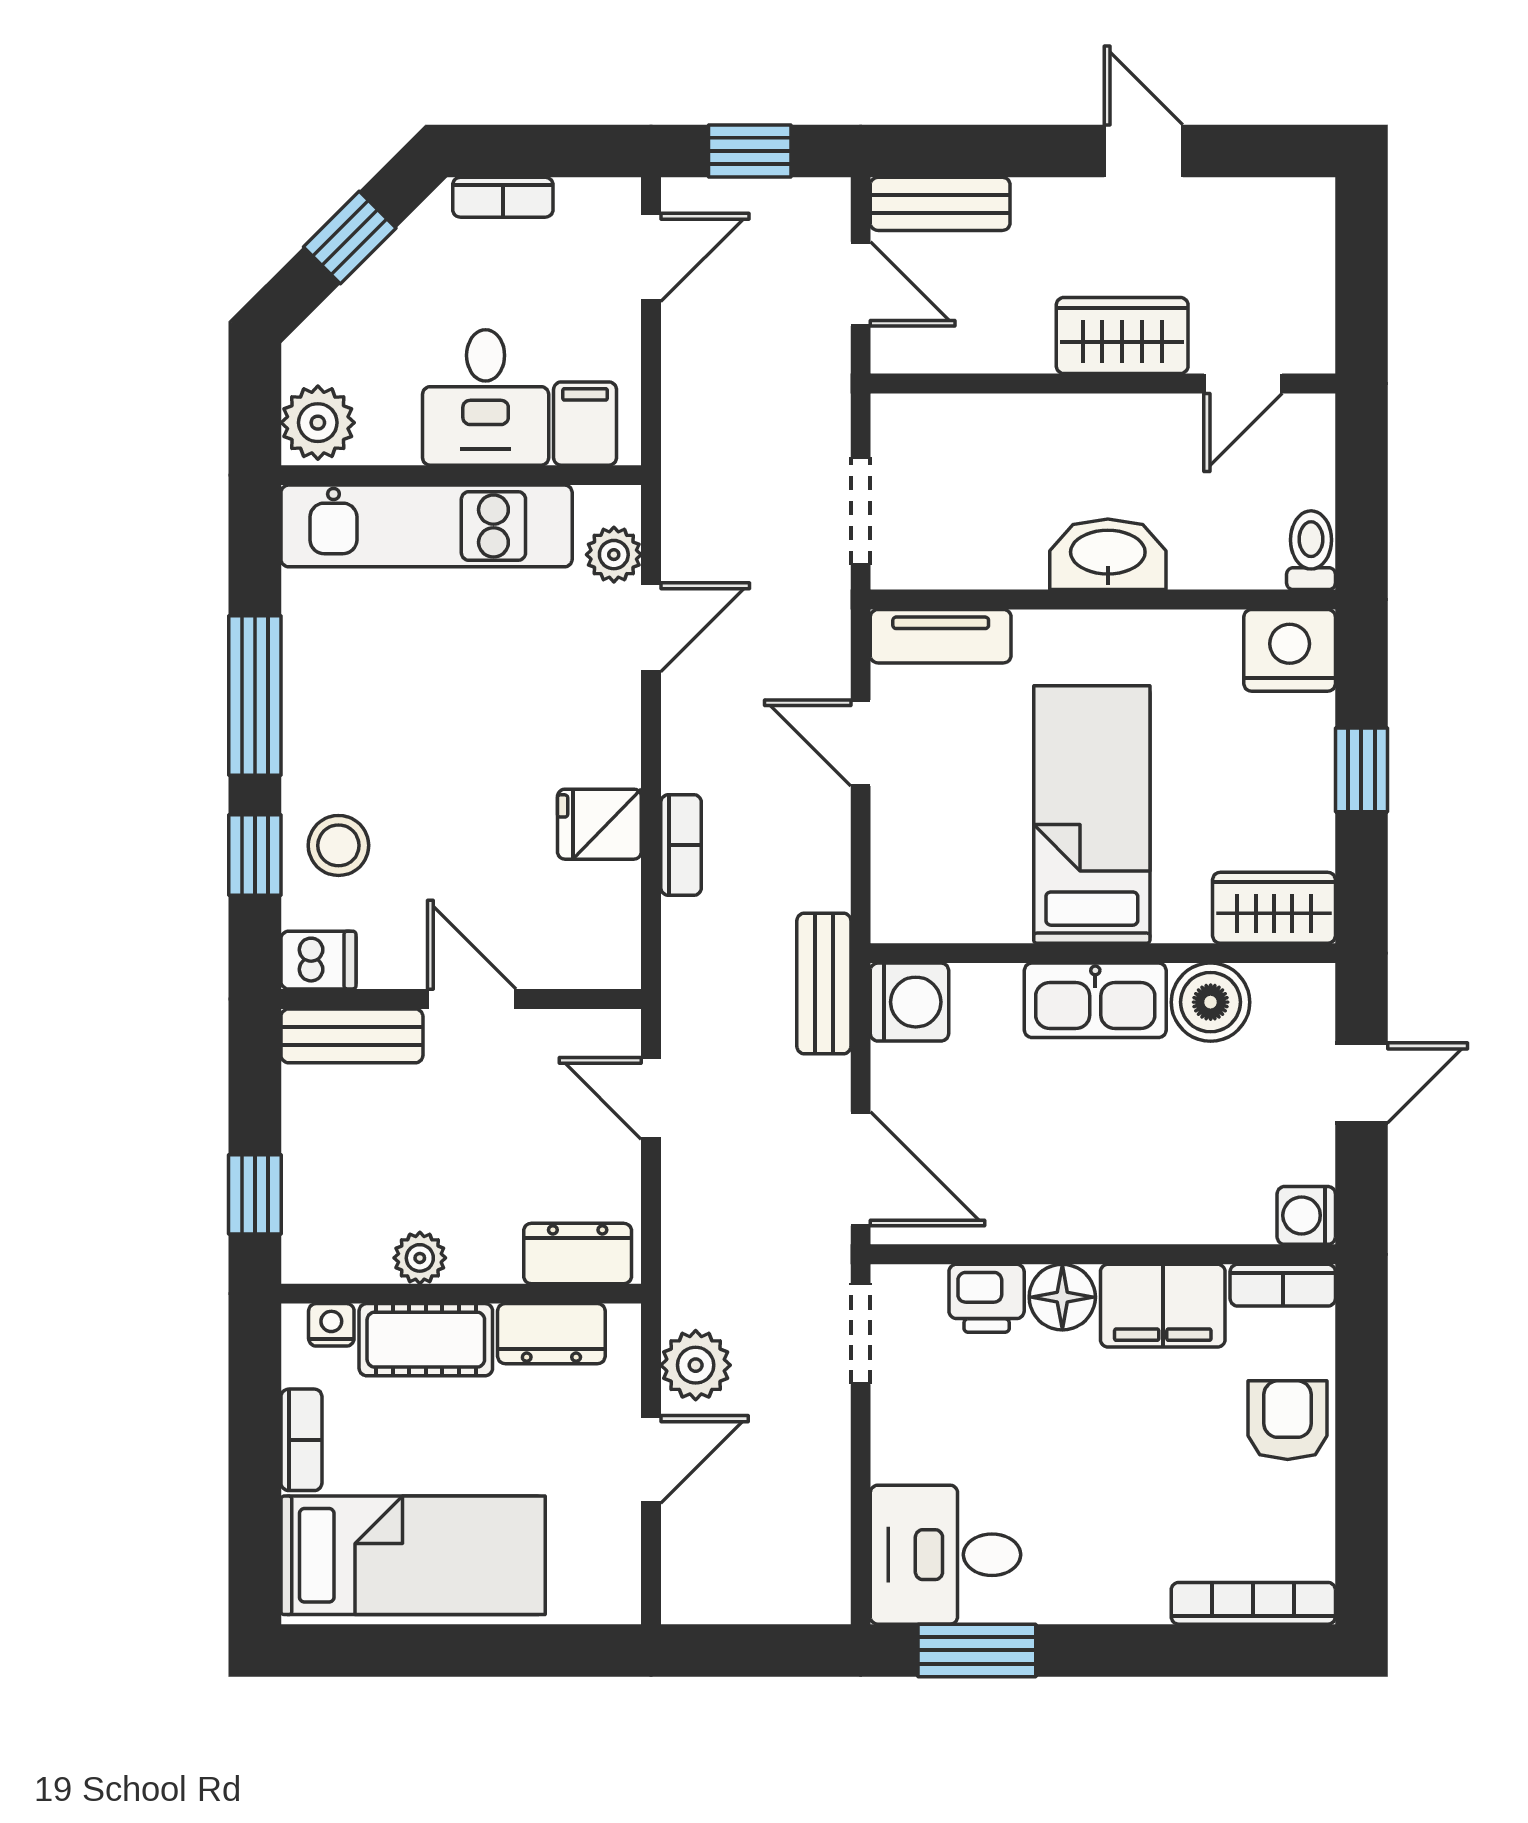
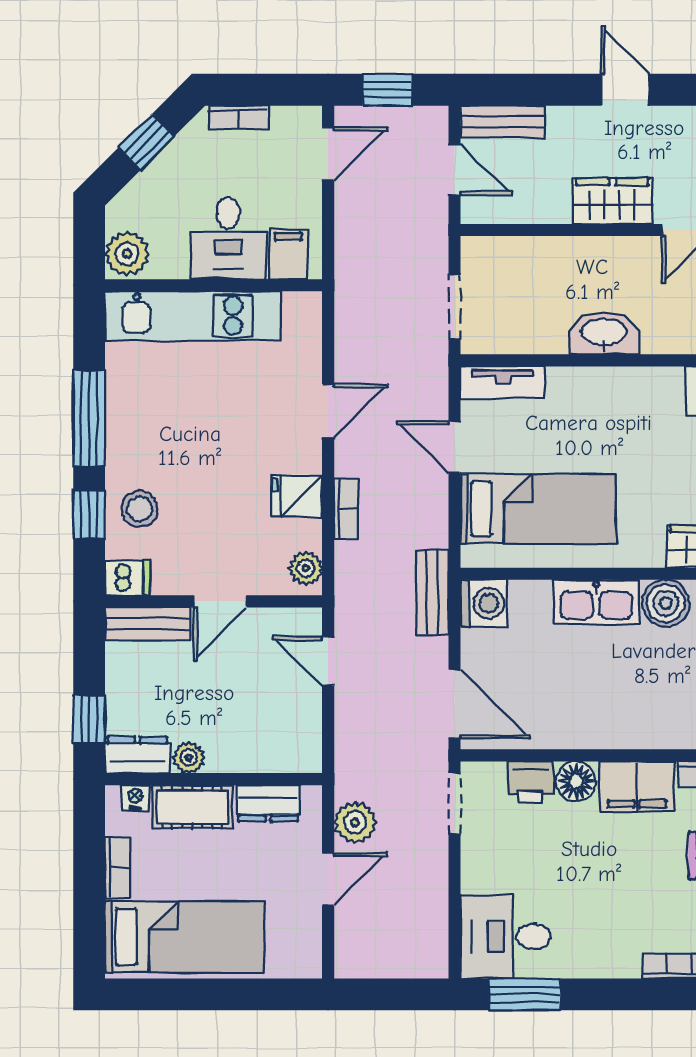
plant: (614, 555) -> (306, 568), moved
door: (651, 627) -> (328, 411), moved
bed: (1092, 814) -> (538, 509), moved, turned 90
door: (472, 999) -> (220, 601), swing flipped
dresser: (578, 1254) -> (137, 755), moved

